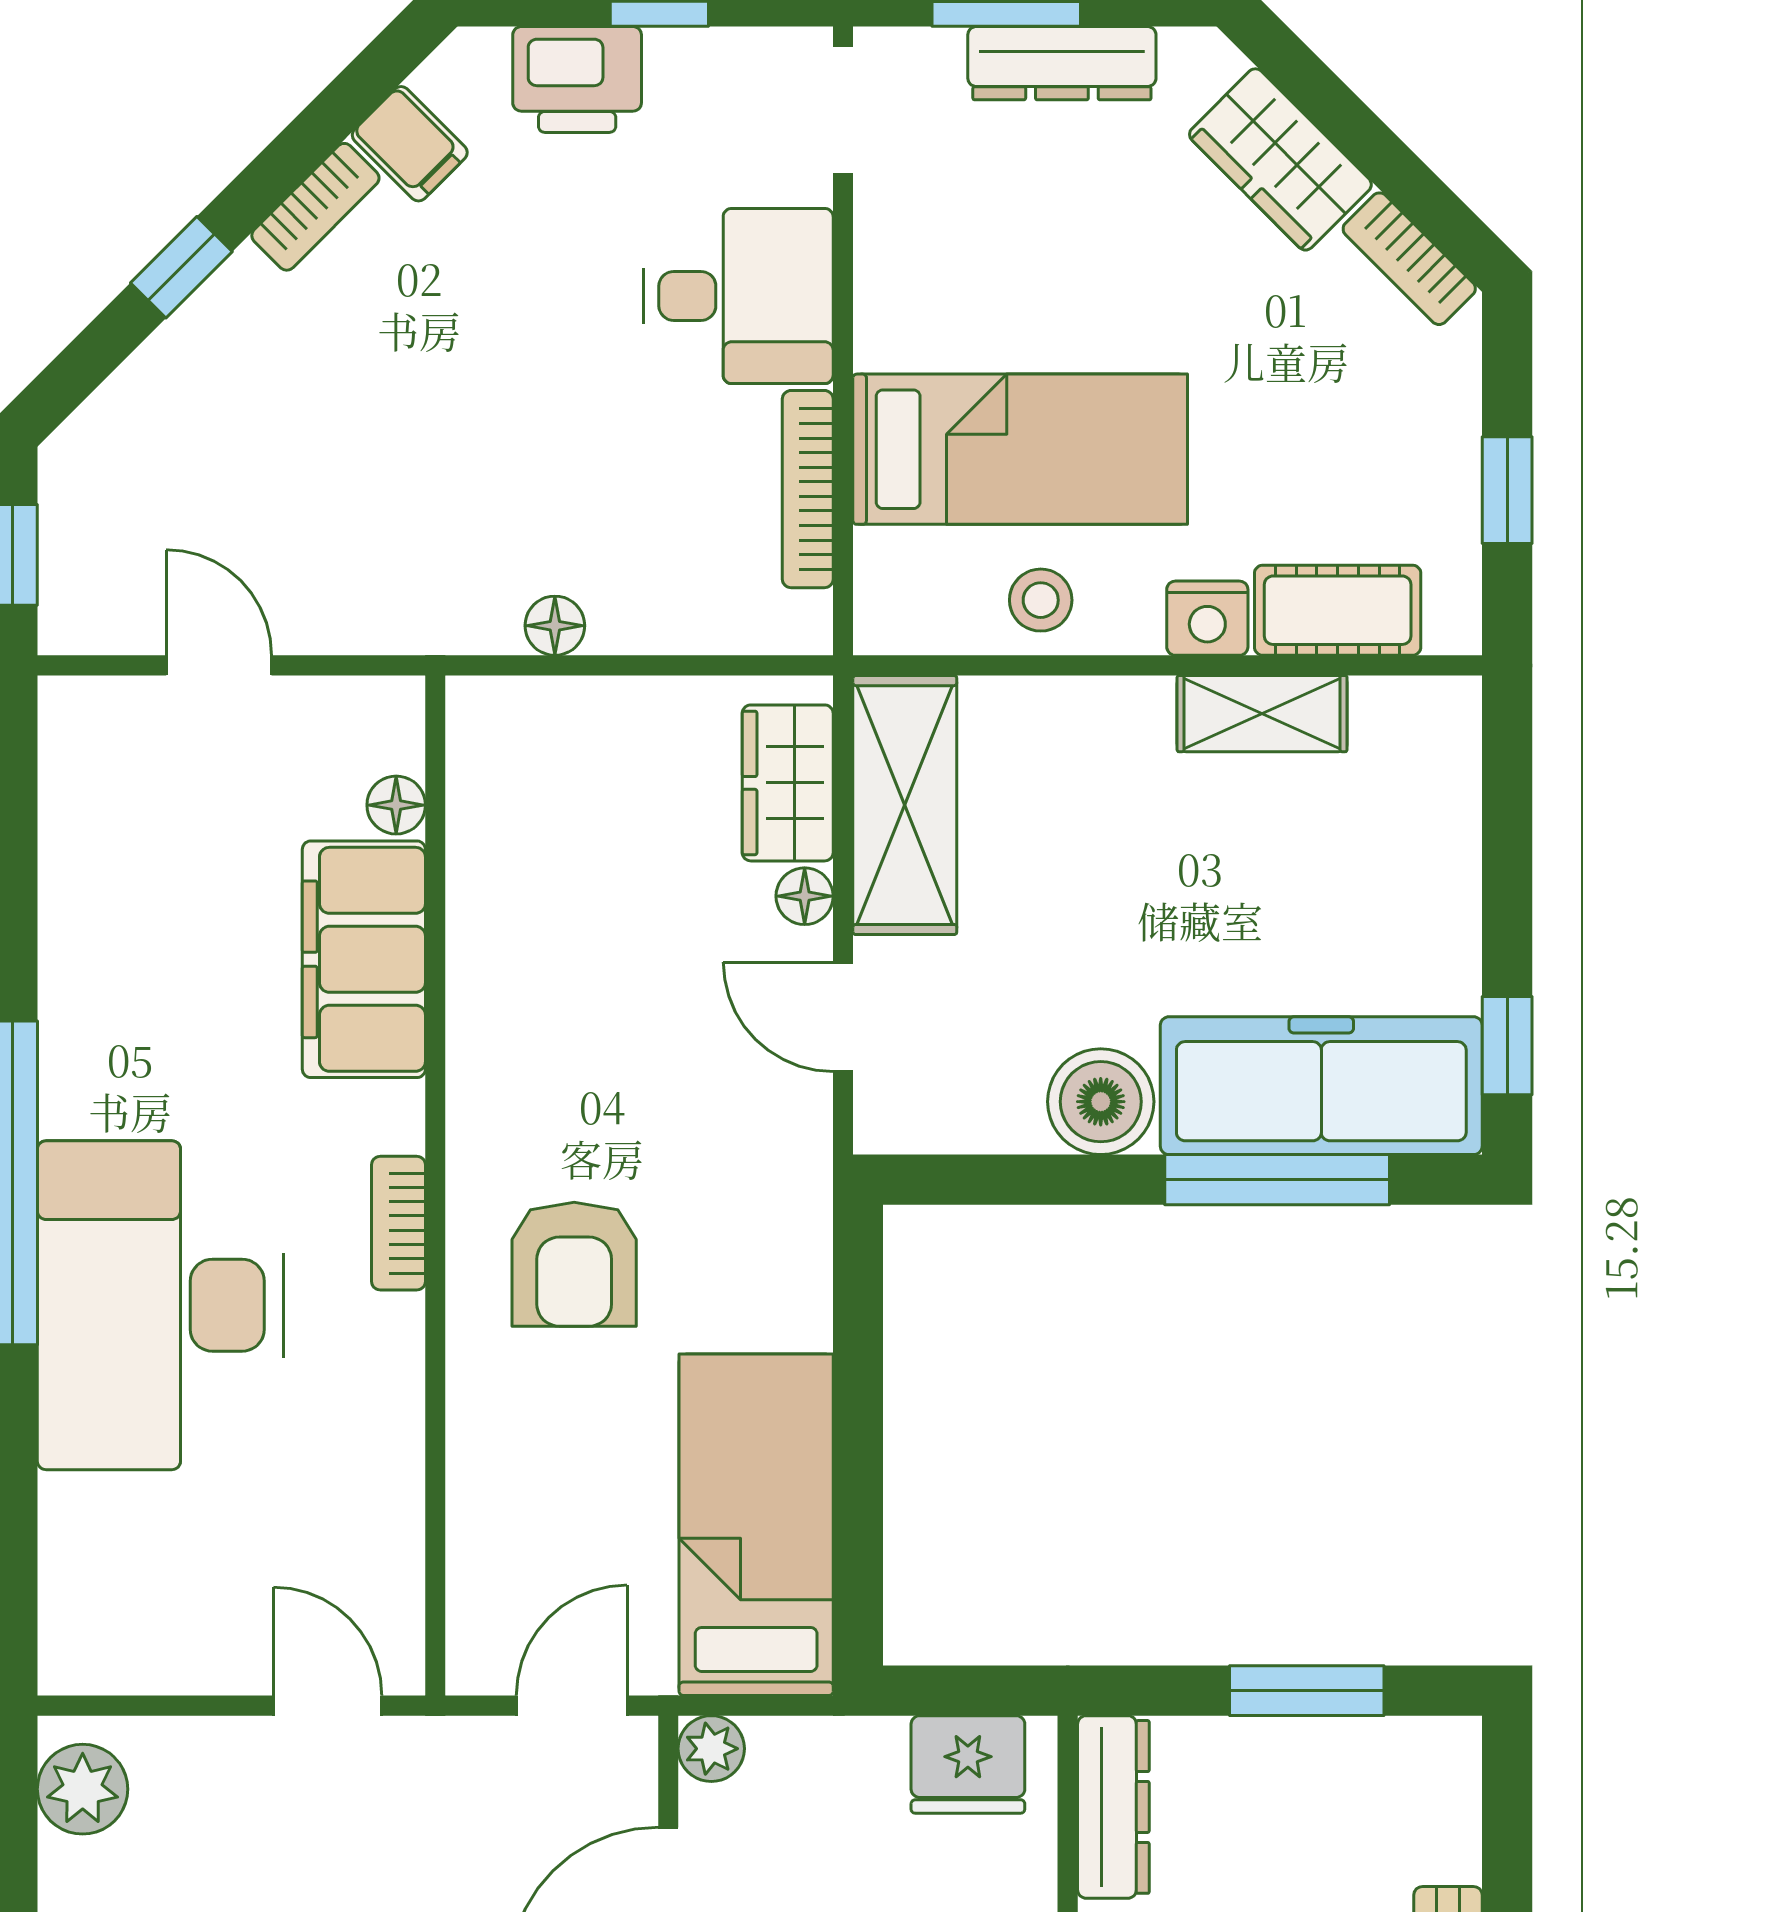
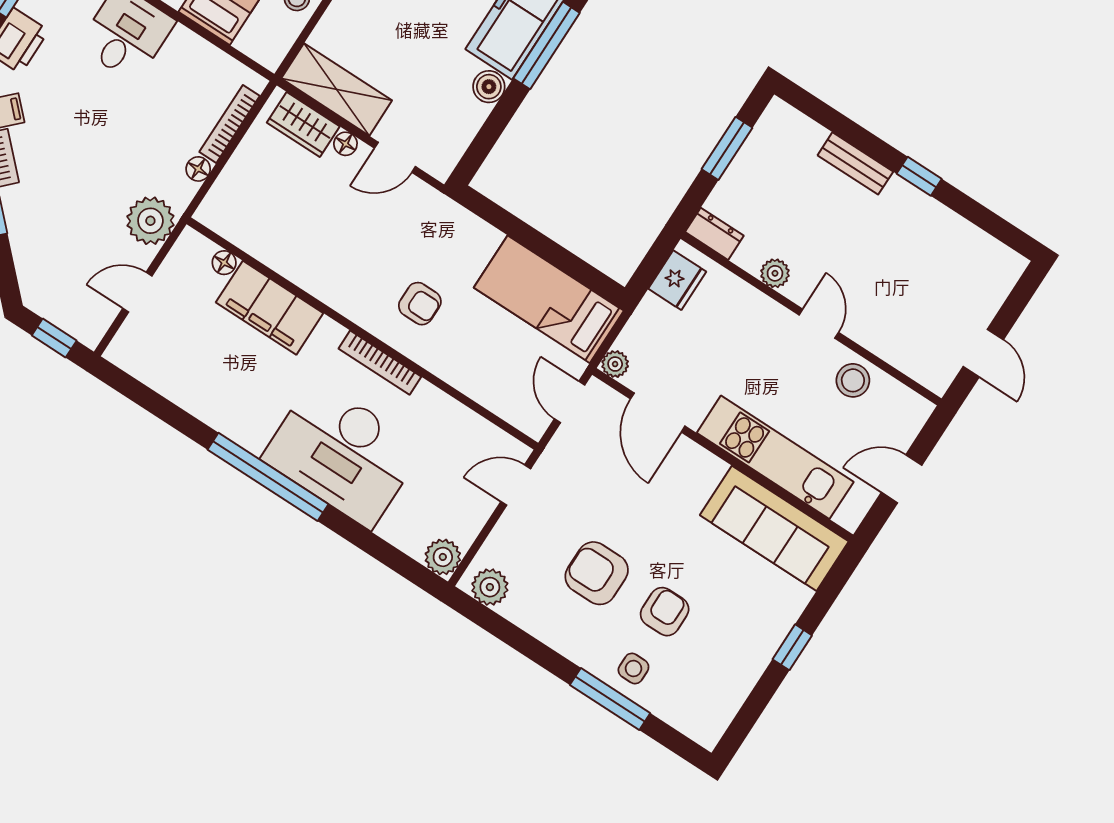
bookcase: (808, 489) -> (230, 124), moved, turned 90
plant: (384, 597) -> (150, 221), added
boiler: (1101, 1102) -> (489, 87), width x0.73, depth x0.73
bookcase: (398, 1223) -> (380, 363), width x1.56
armchair: (574, 1264) -> (420, 304), width x0.72, depth x0.72
plant: (82, 1652) -> (443, 557), added
dresser: (1113, 1807) -> (714, 234), width x0.70

